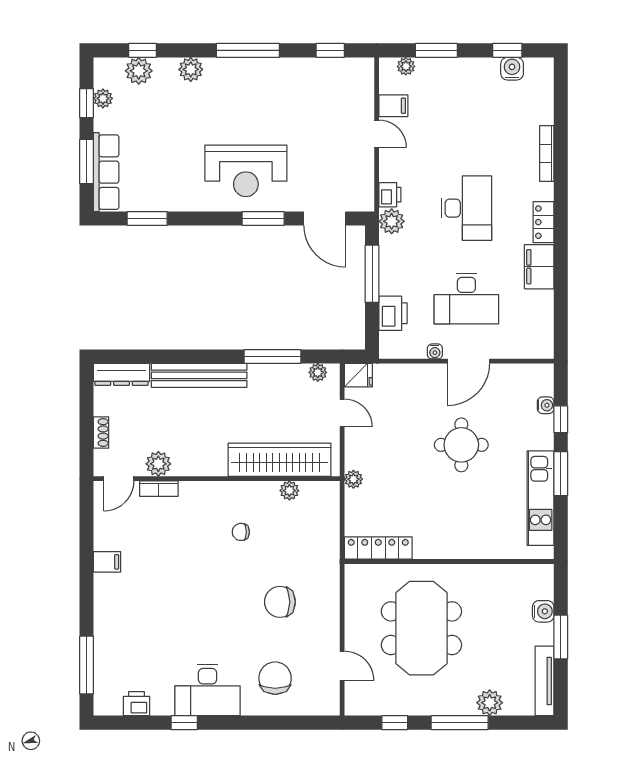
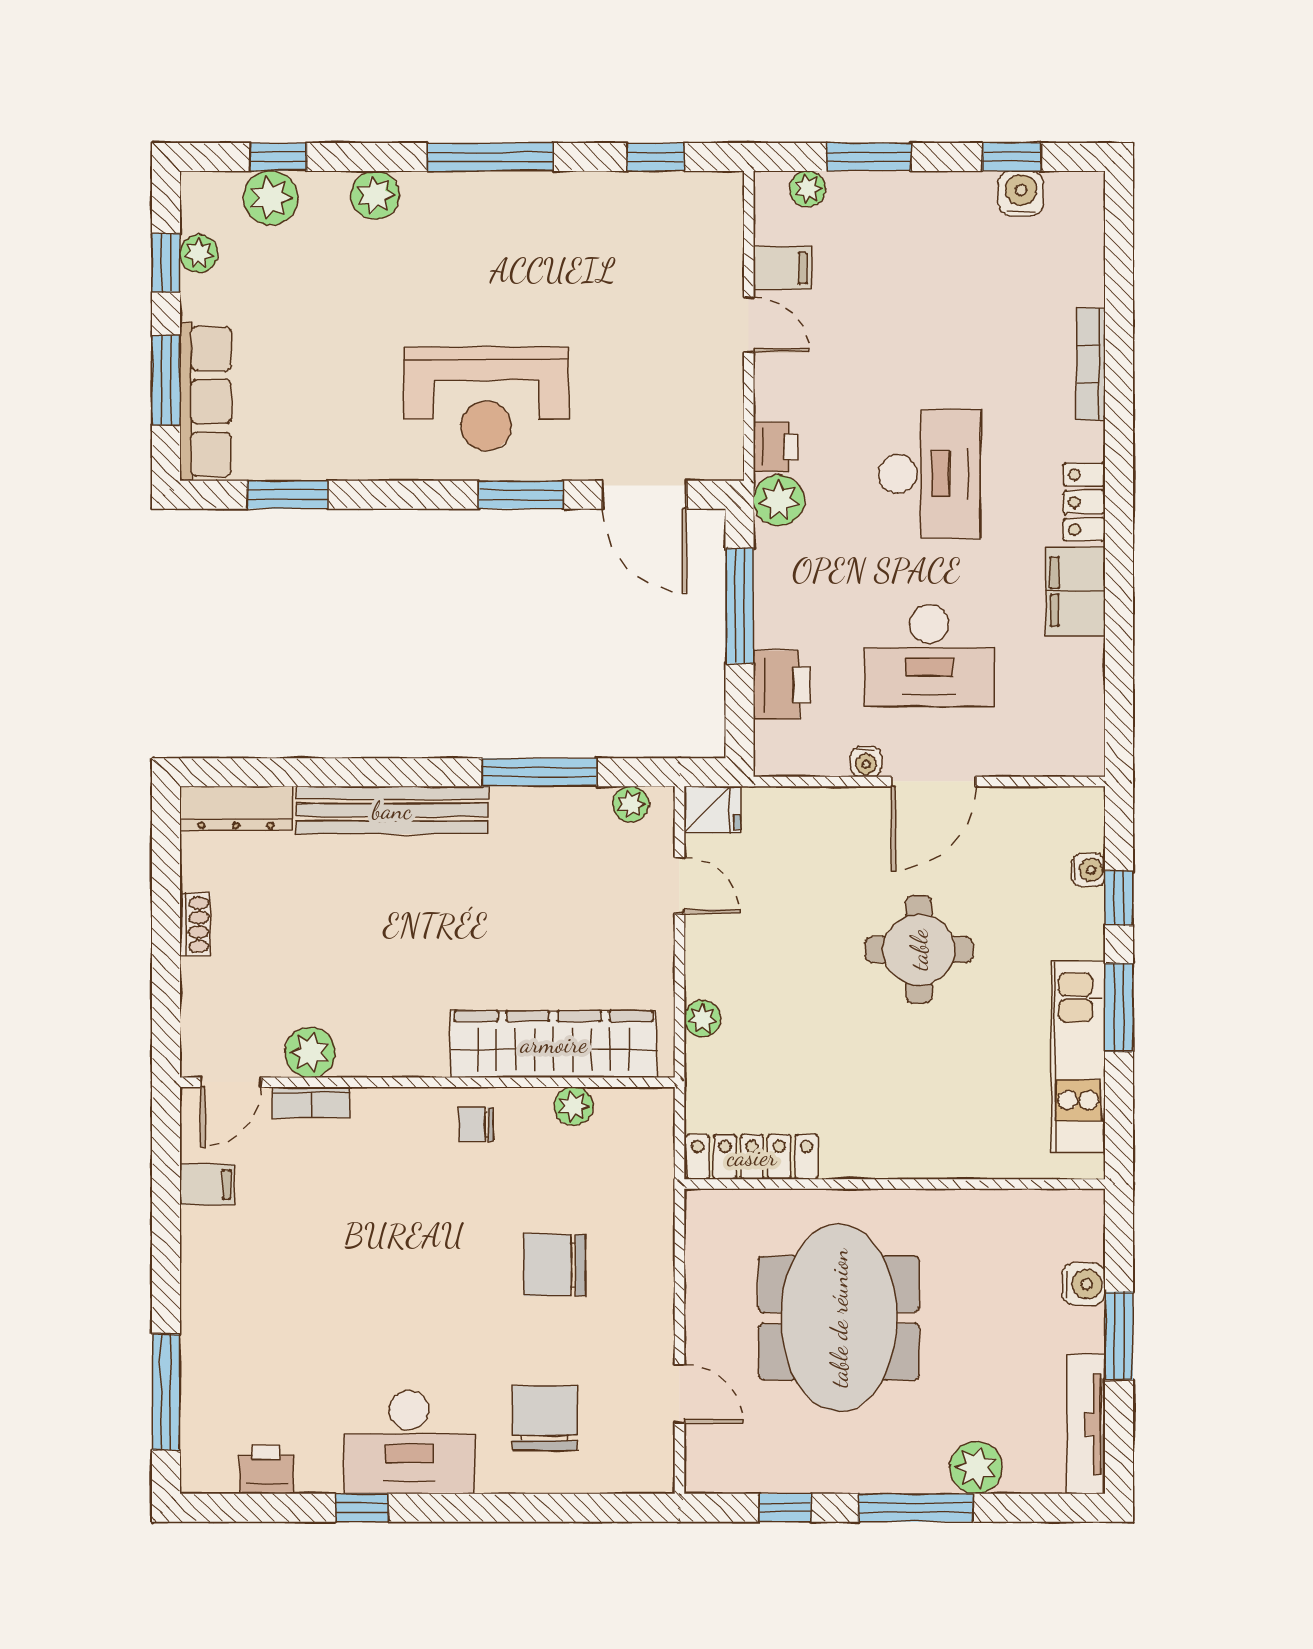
wardrobe: (280, 460) -> (554, 1044), moved
plant: (158, 464) -> (310, 1052), moved
door: (119, 479) -> (231, 1082), moved
wall: (217, 479) -> (427, 1082), moved
bookcase: (159, 489) -> (311, 1102), moved
plant: (289, 491) -> (573, 1106), moved

